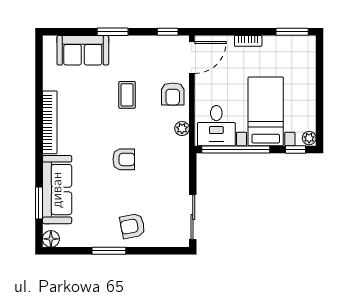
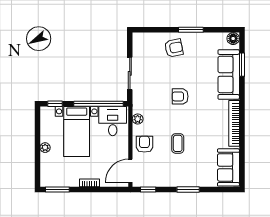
sofa: (83, 50) -> (228, 167), moved, turned -90
plant: (309, 138) -> (45, 148), moved
sliding door: (193, 217) -> (130, 73), moved

